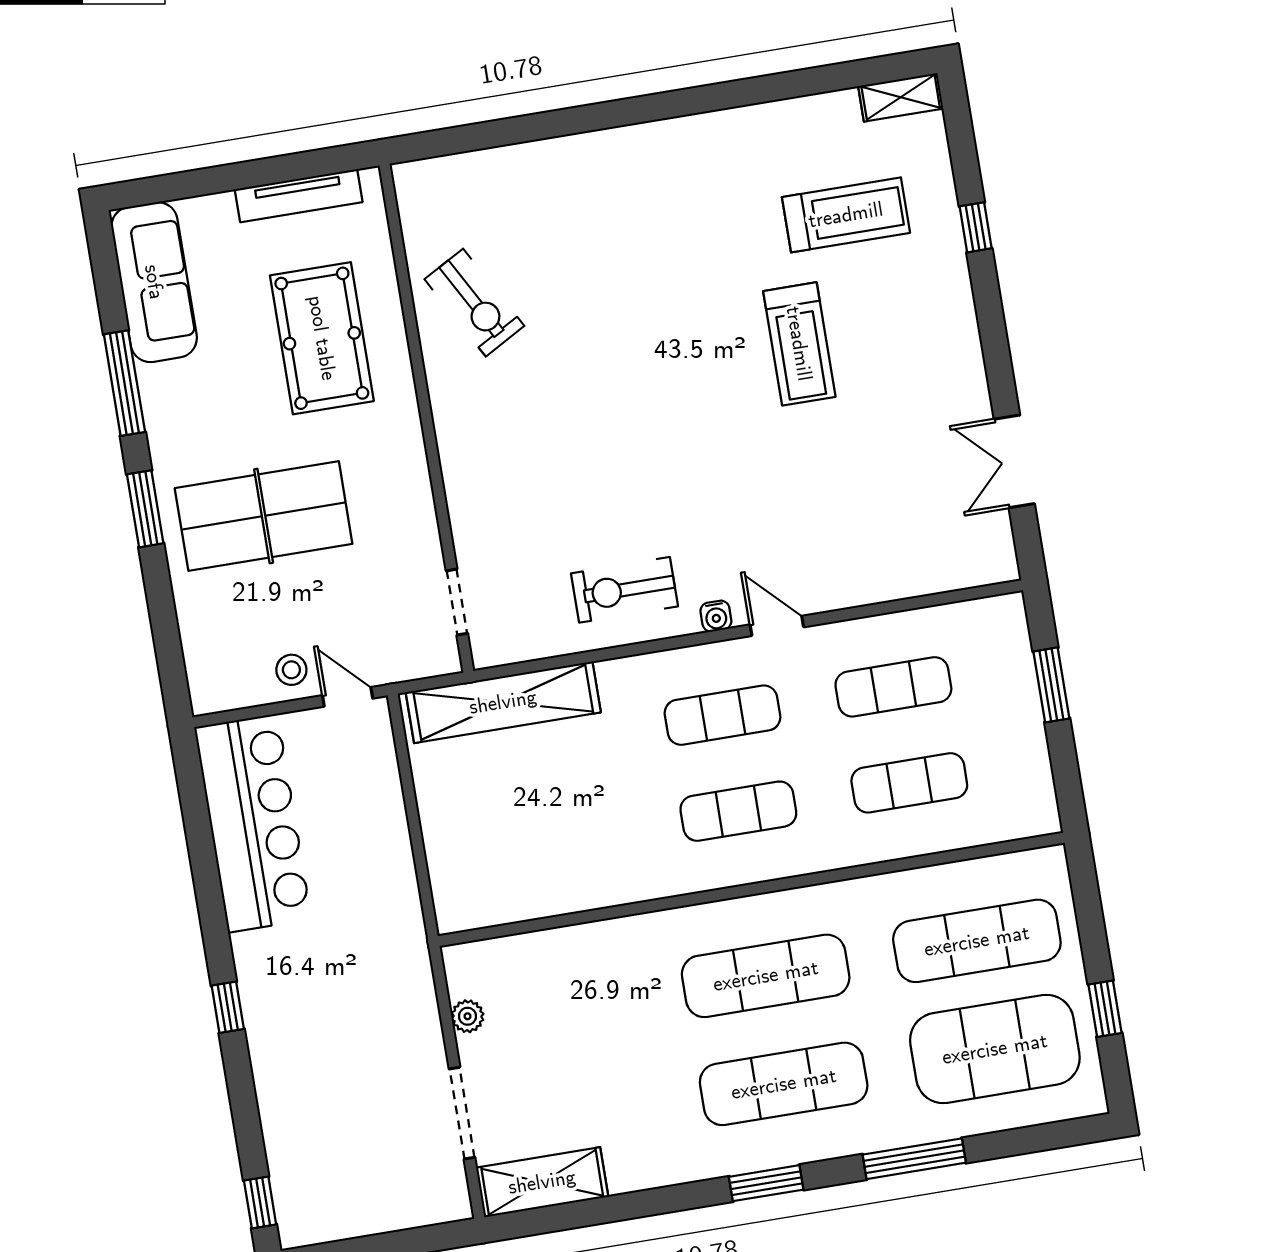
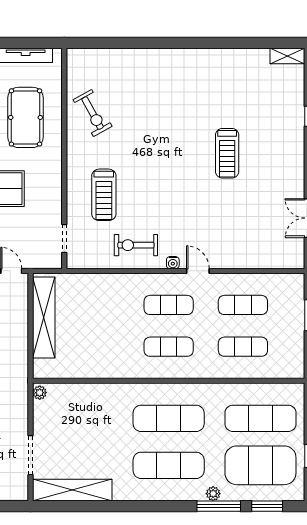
treadmill: (846, 215) -> (104, 195), moved, turned 90
shelving: (503, 702) -> (44, 318), moved, turned 90
plant: (467, 1016) -> (40, 393), moved
plant: (897, 1132) -> (213, 494), added
shelving: (542, 1182) -> (72, 490), width x1.47
window: (766, 1183) -> (267, 506), moved

